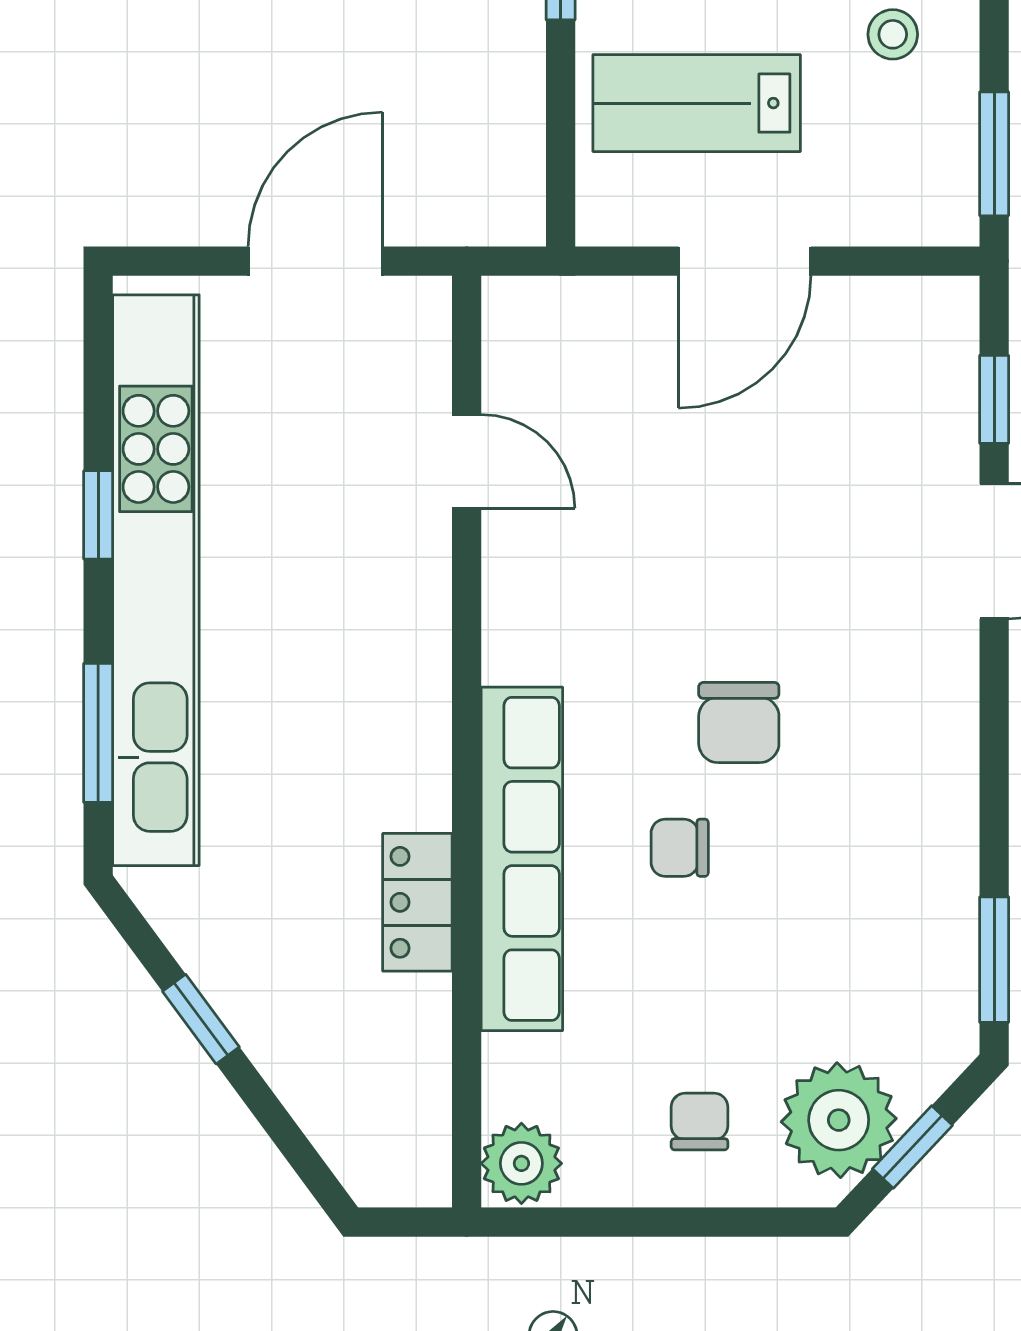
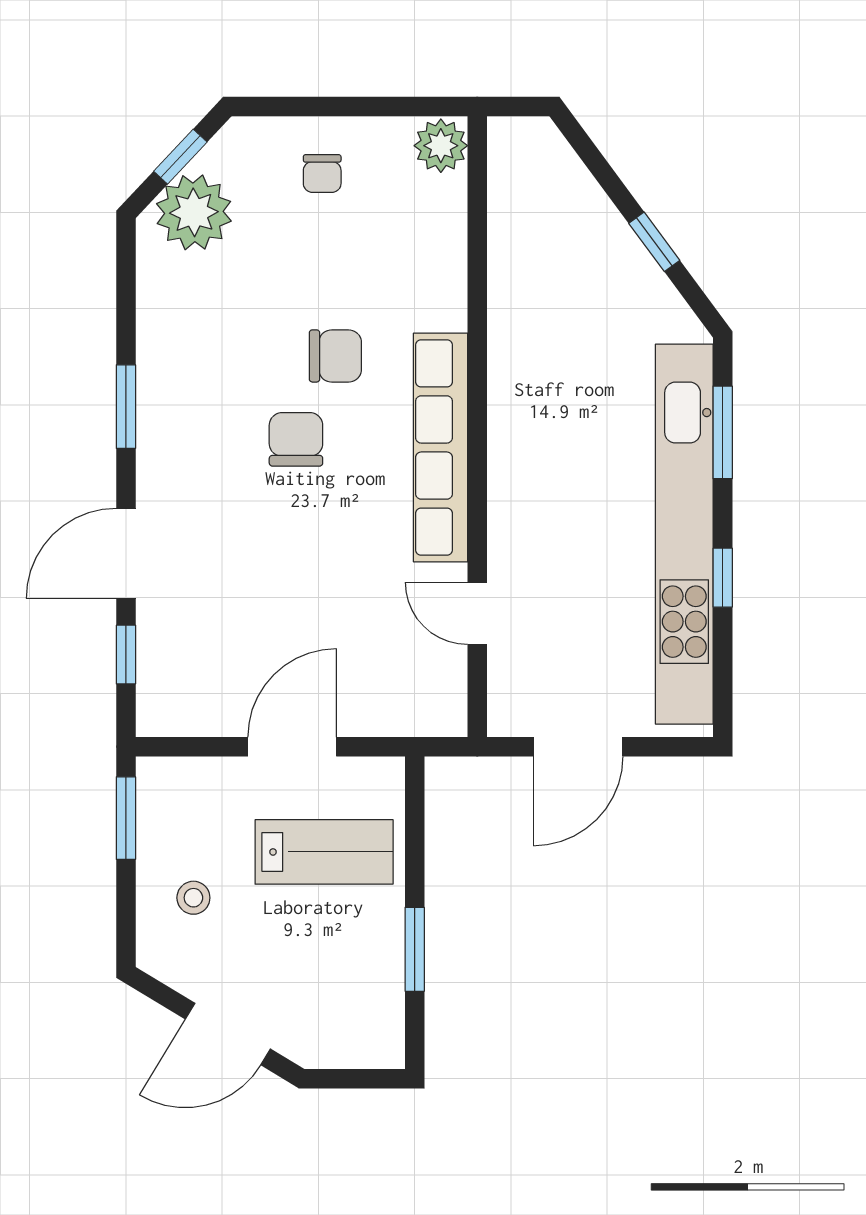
chair: (680, 848) -> (335, 356), width x1.37, depth x1.37
row of seats: (522, 859) -> (441, 448), moved
locker: (417, 902) -> (510, 320), removed
window: (994, 960) -> (126, 407), moved
plant: (839, 1120) -> (194, 212), moved

